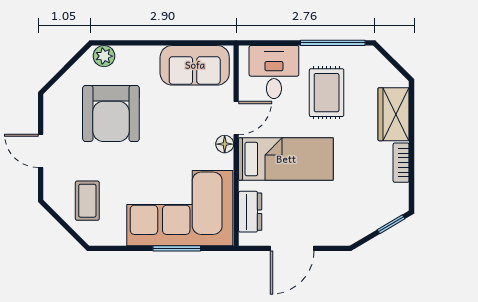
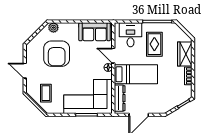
door: (236, 118) -> (113, 56), swing flipped
dresser: (250, 212) -> (120, 98), width x1.44

